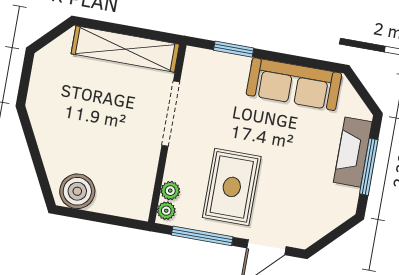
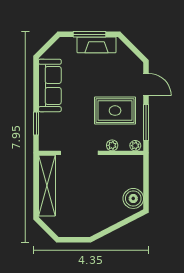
fireplace: (353, 152) -> (96, 45), moved
plant: (170, 191) -> (112, 145), moved

